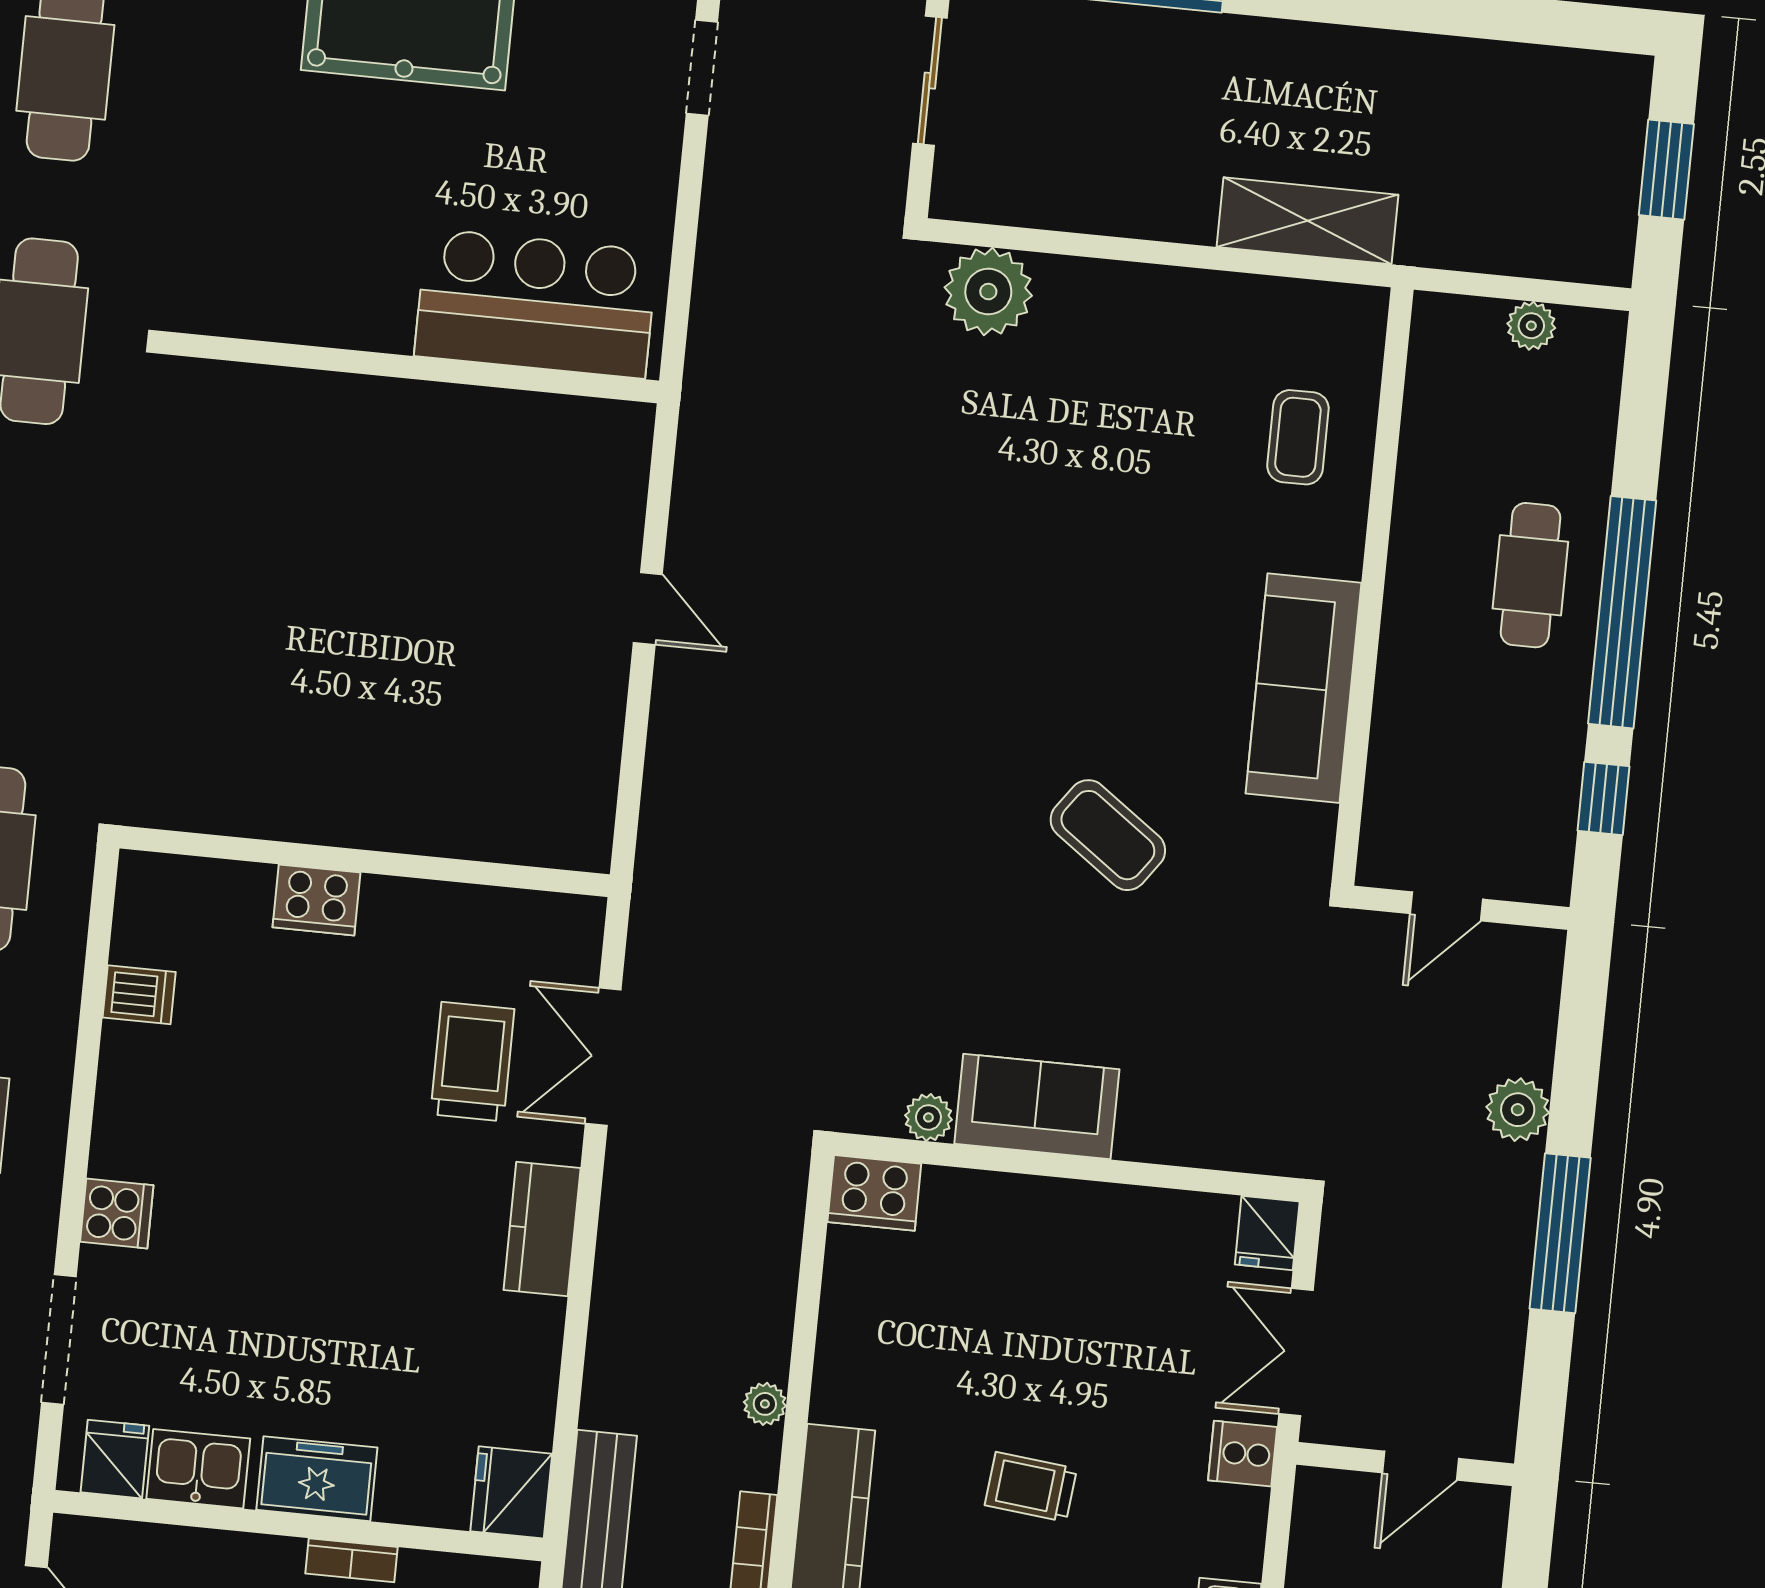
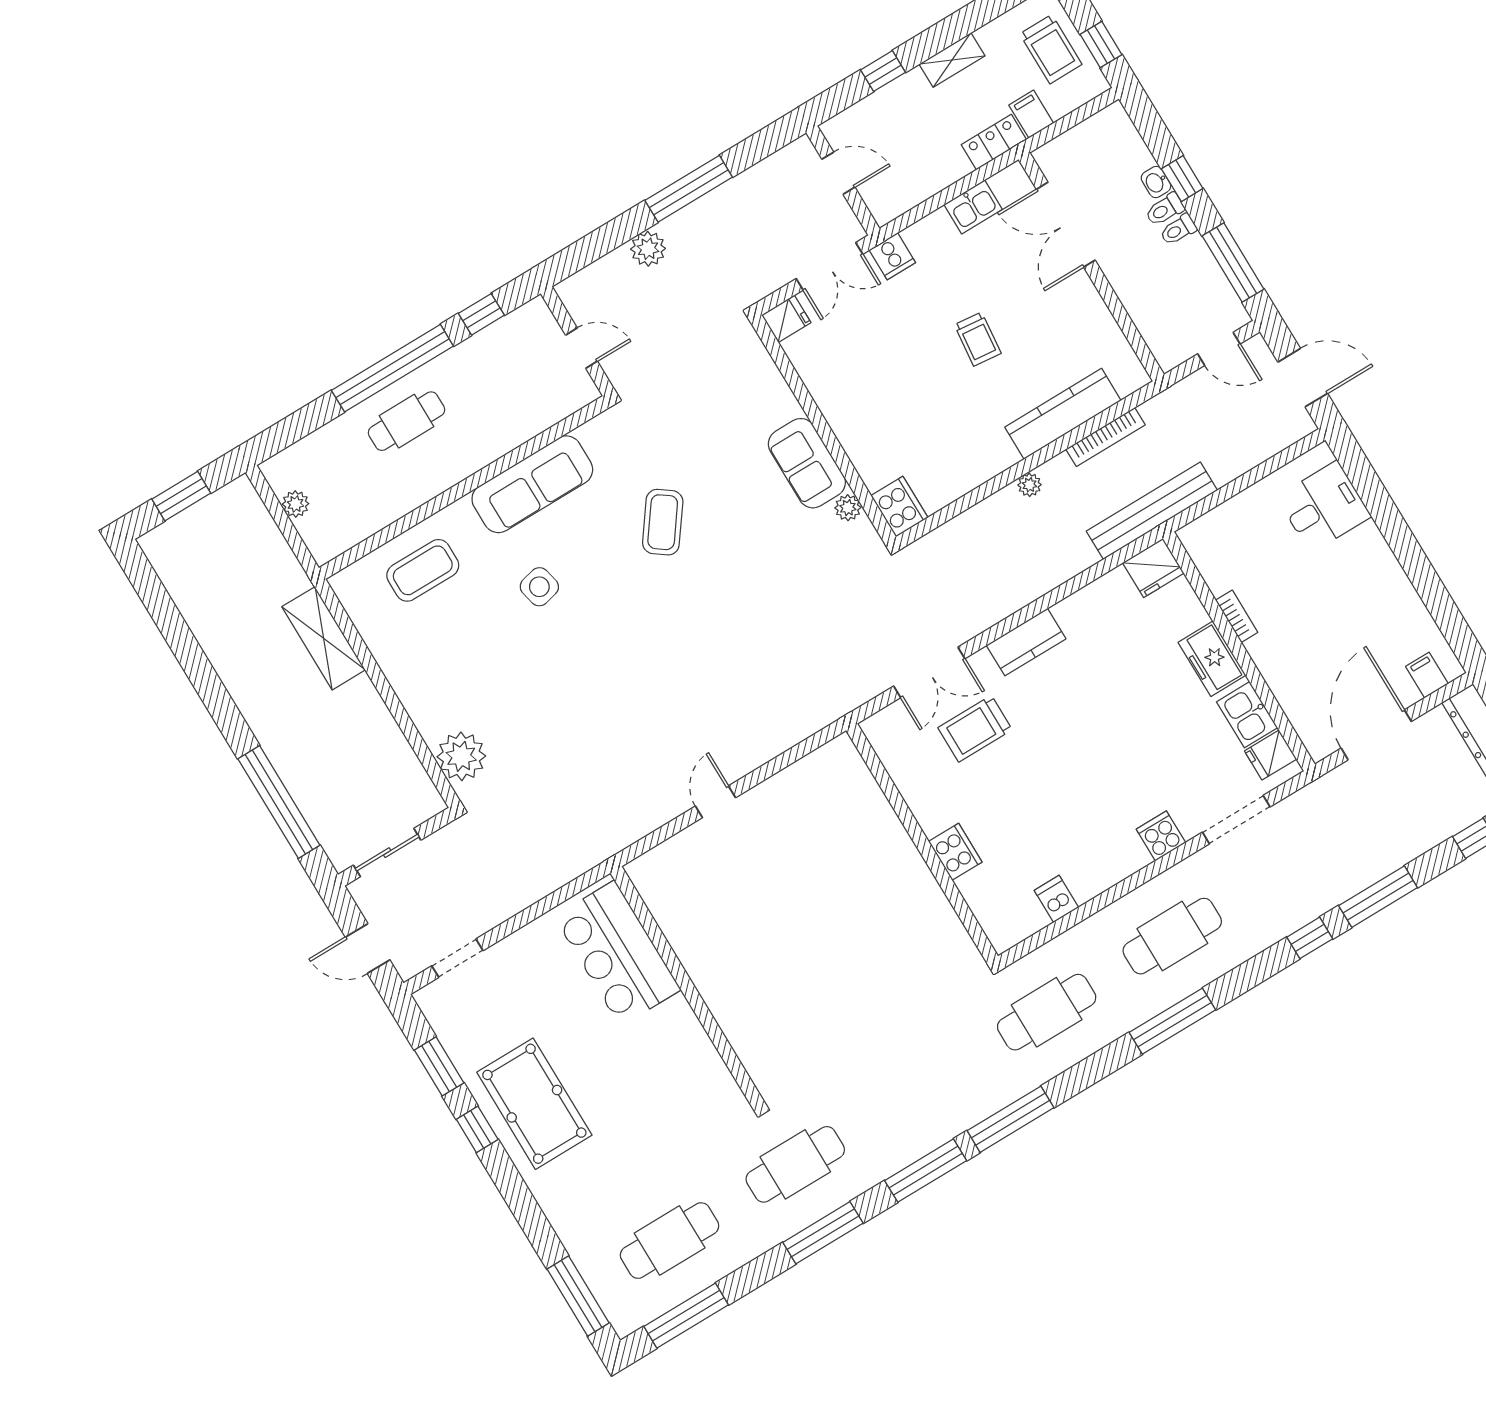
coffee table: (1298, 437) -> (423, 570), width x1.36, depth x1.30
side table: (1148, 587) -> (539, 587), added

